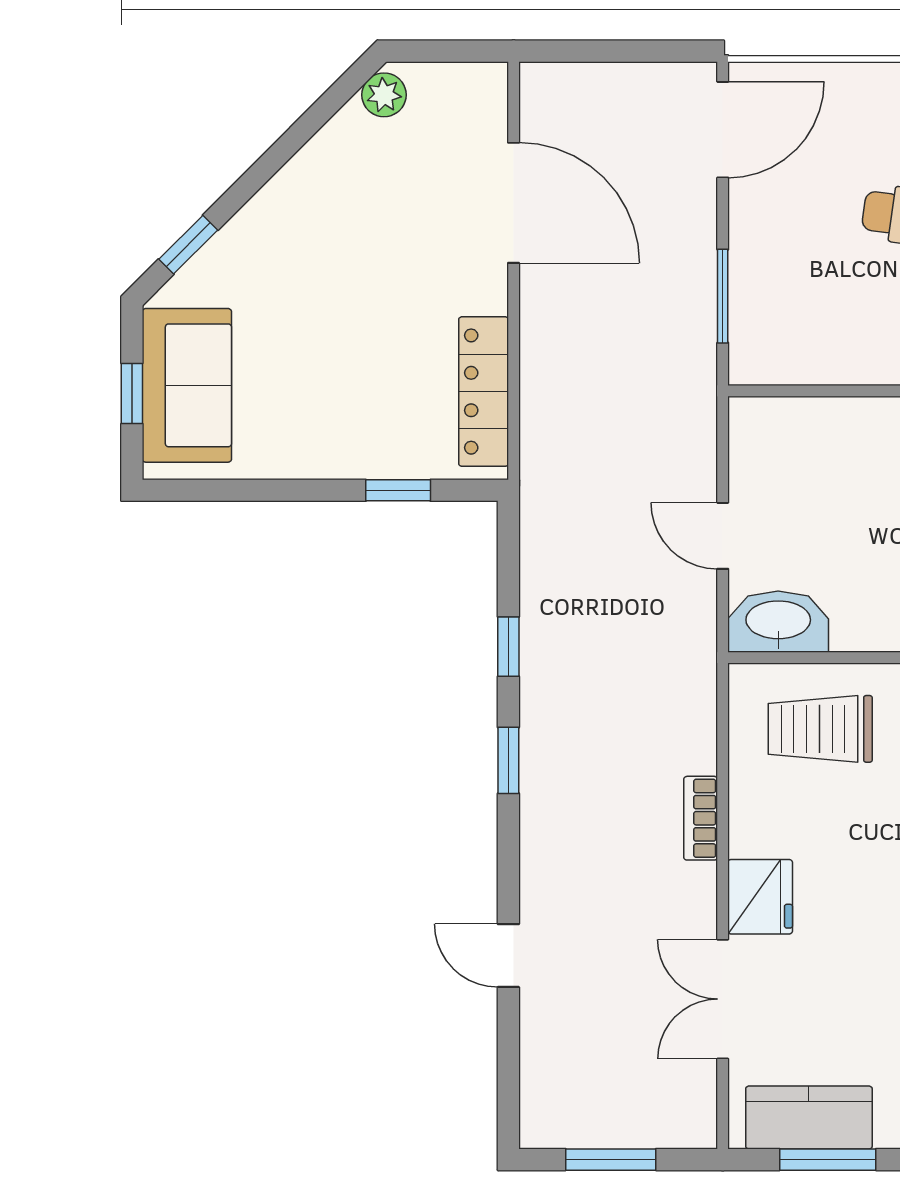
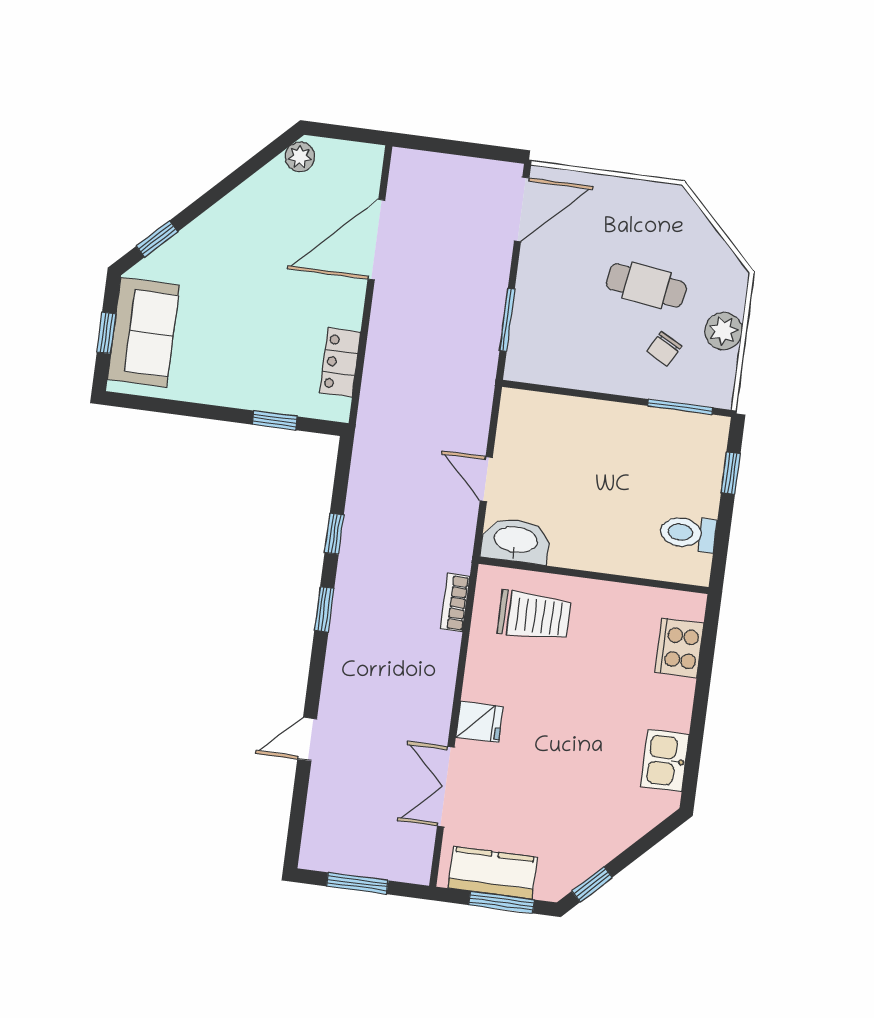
door: (514, 203) -> (376, 240), swing flipped
locker: (484, 392) -> (340, 362), width x0.66
trolley: (820, 729) -> (534, 616), turned 180
bookcase: (701, 818) -> (455, 603), moved
fridge: (760, 897) -> (479, 722), width x0.72
door: (508, 956) -> (307, 739), hinge flipped

